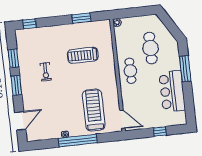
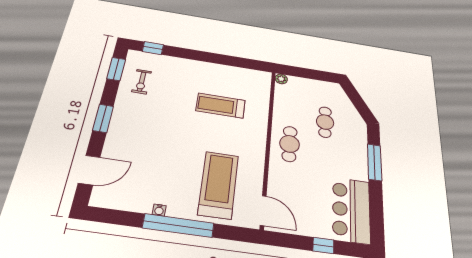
window: (81, 18) -> (231, 61), removed
cafe table: (150, 48) -> (325, 122), width x0.73, depth x0.74
window: (13, 58) -> (116, 69), moved
exercise bike: (46, 72) -> (142, 82), moved
bar counter: (172, 91) -> (351, 210), moved

